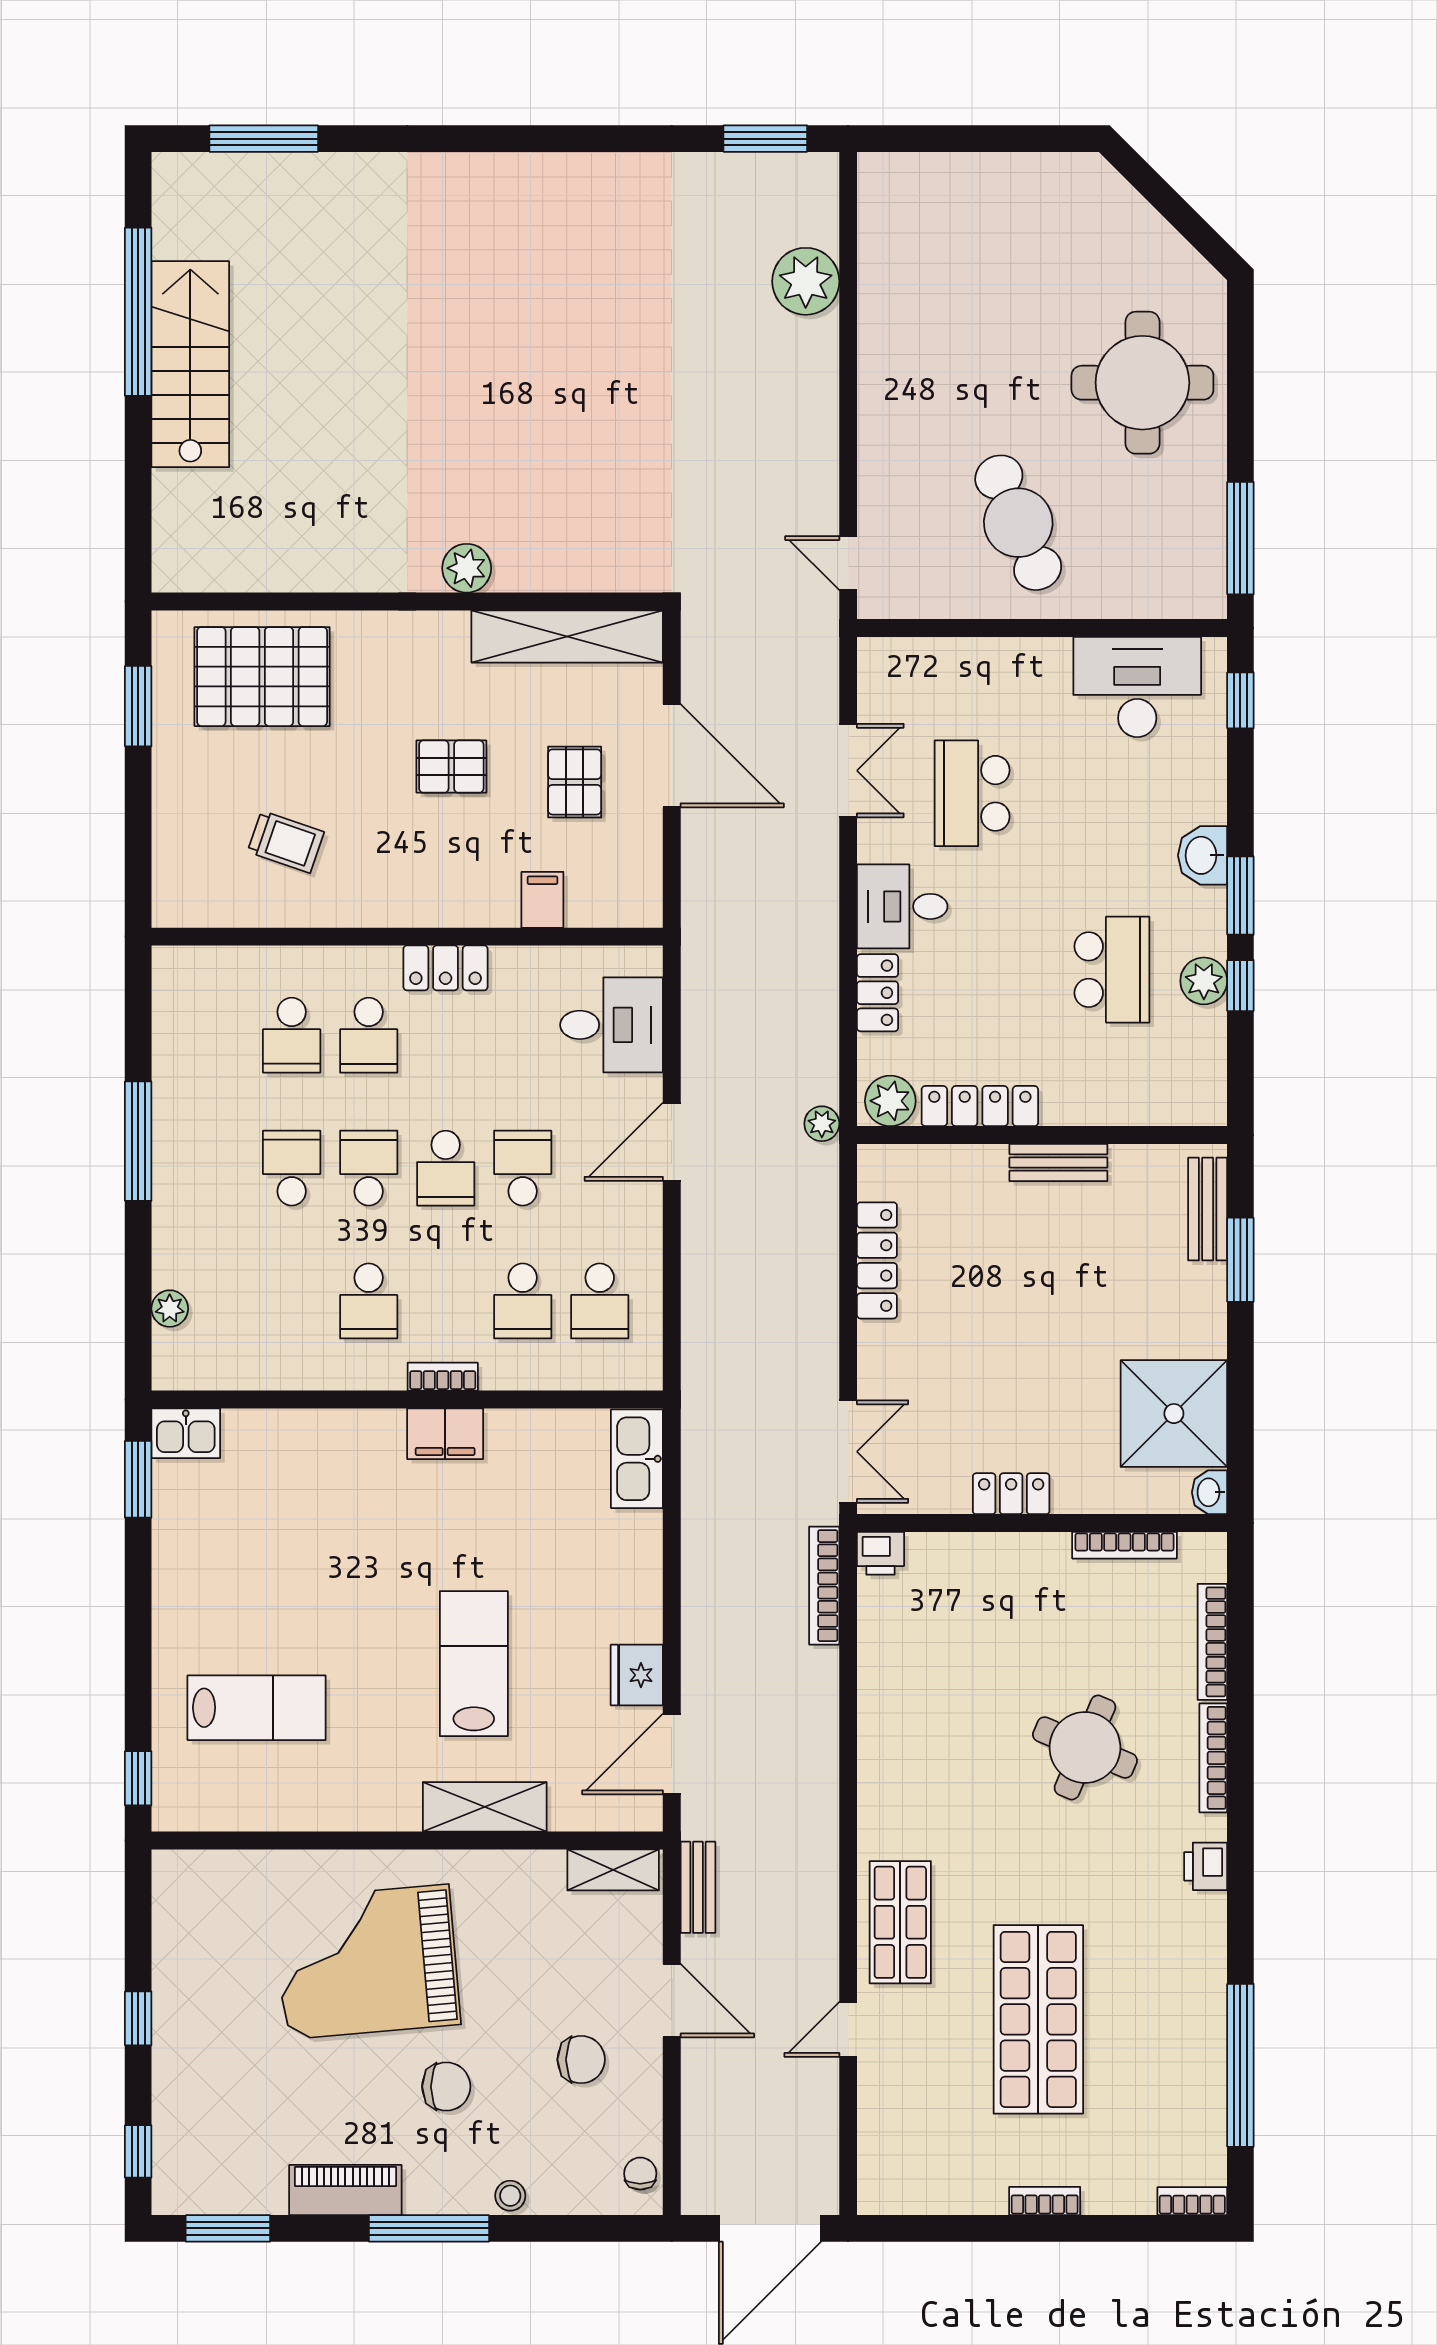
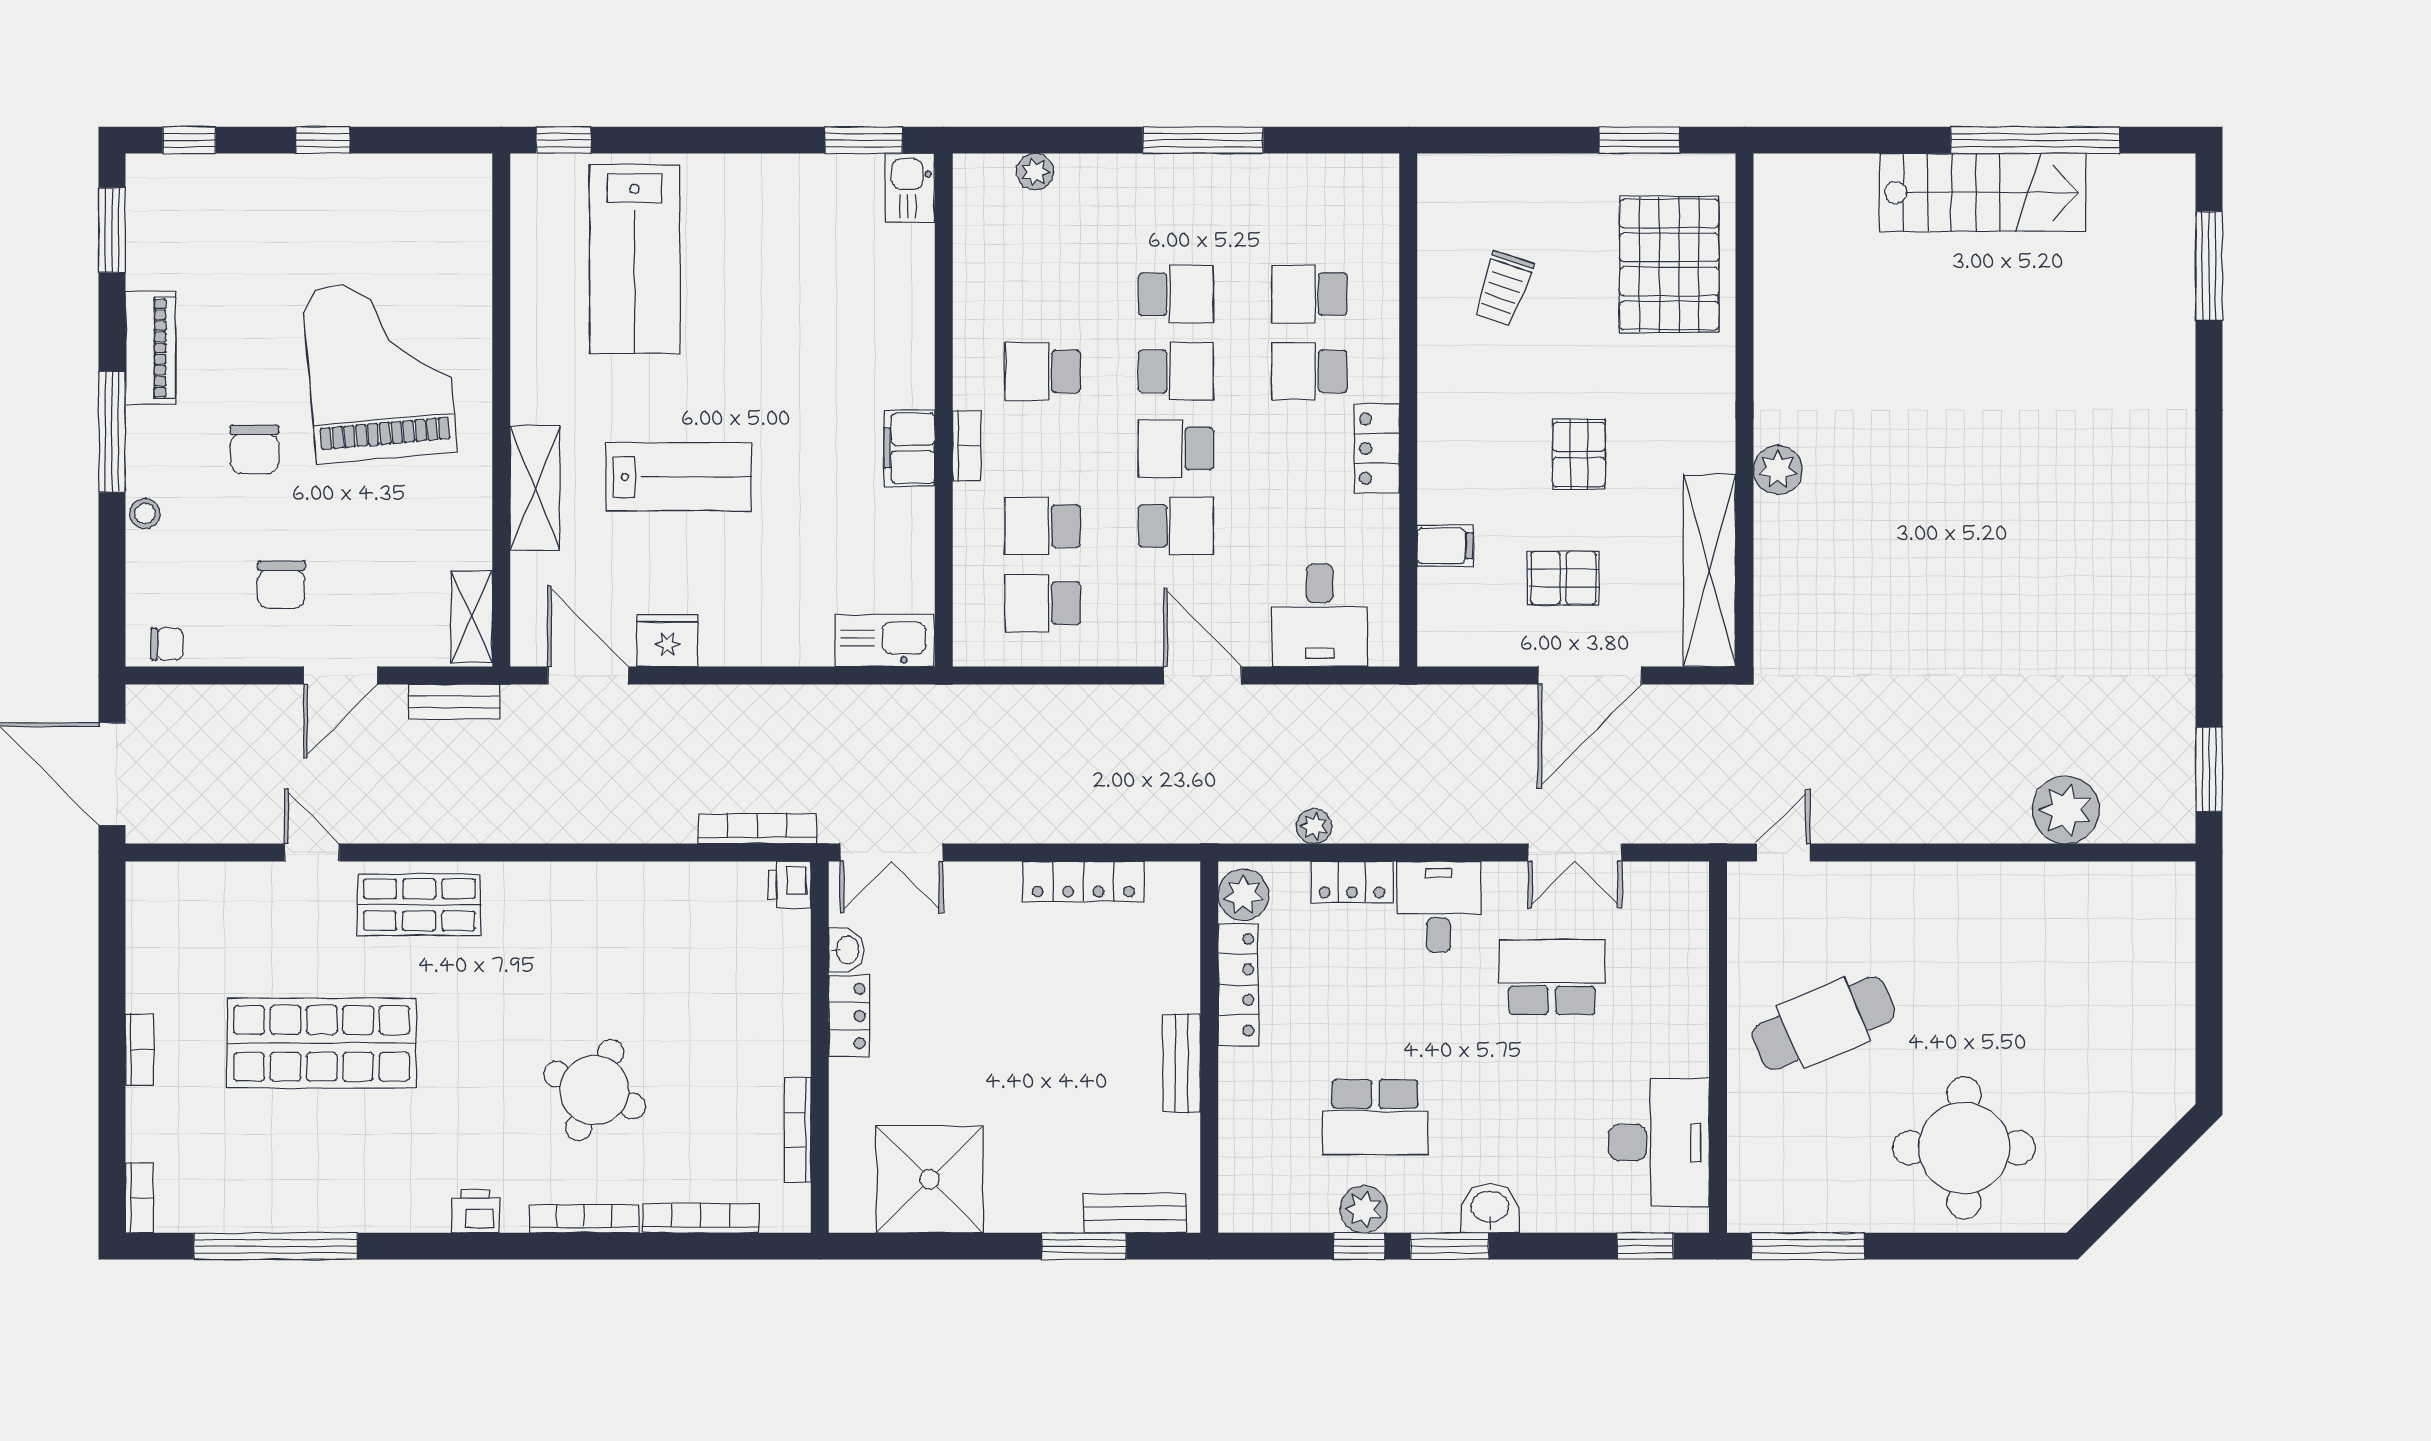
plant: (822, 1124) -> (1314, 826), moved
washbasin: (1210, 1492) -> (846, 950), moved, turned 90
lab bench: (257, 1708) -> (635, 259), width x1.36, depth x1.39

